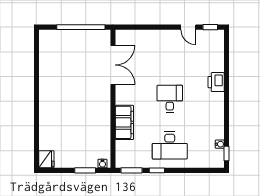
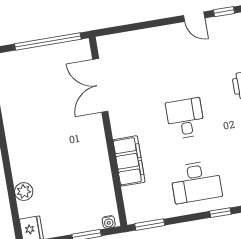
double door: (113, 65) -> (100, 85), swing flipped
plant: (45, 132) -> (24, 192), added
window: (157, 170) -> (220, 213), moved

